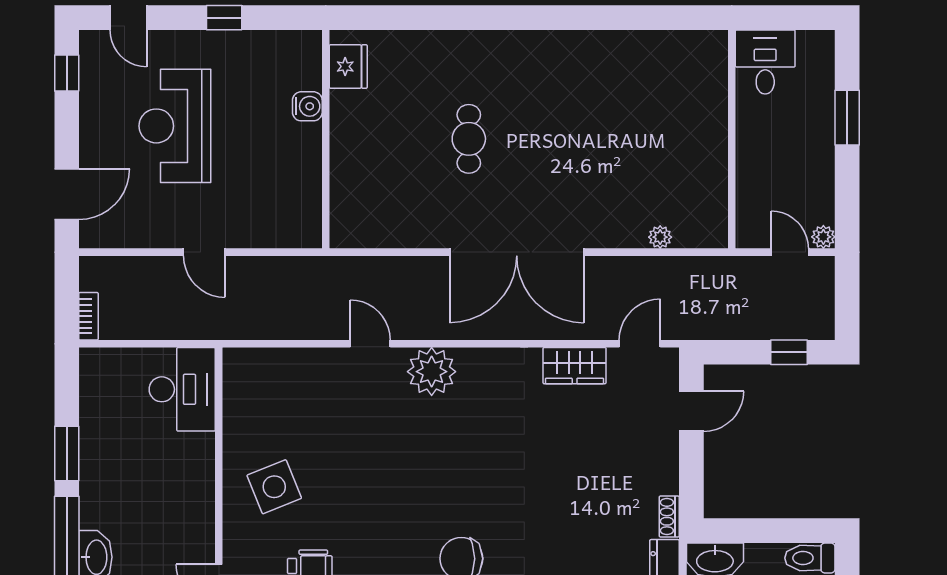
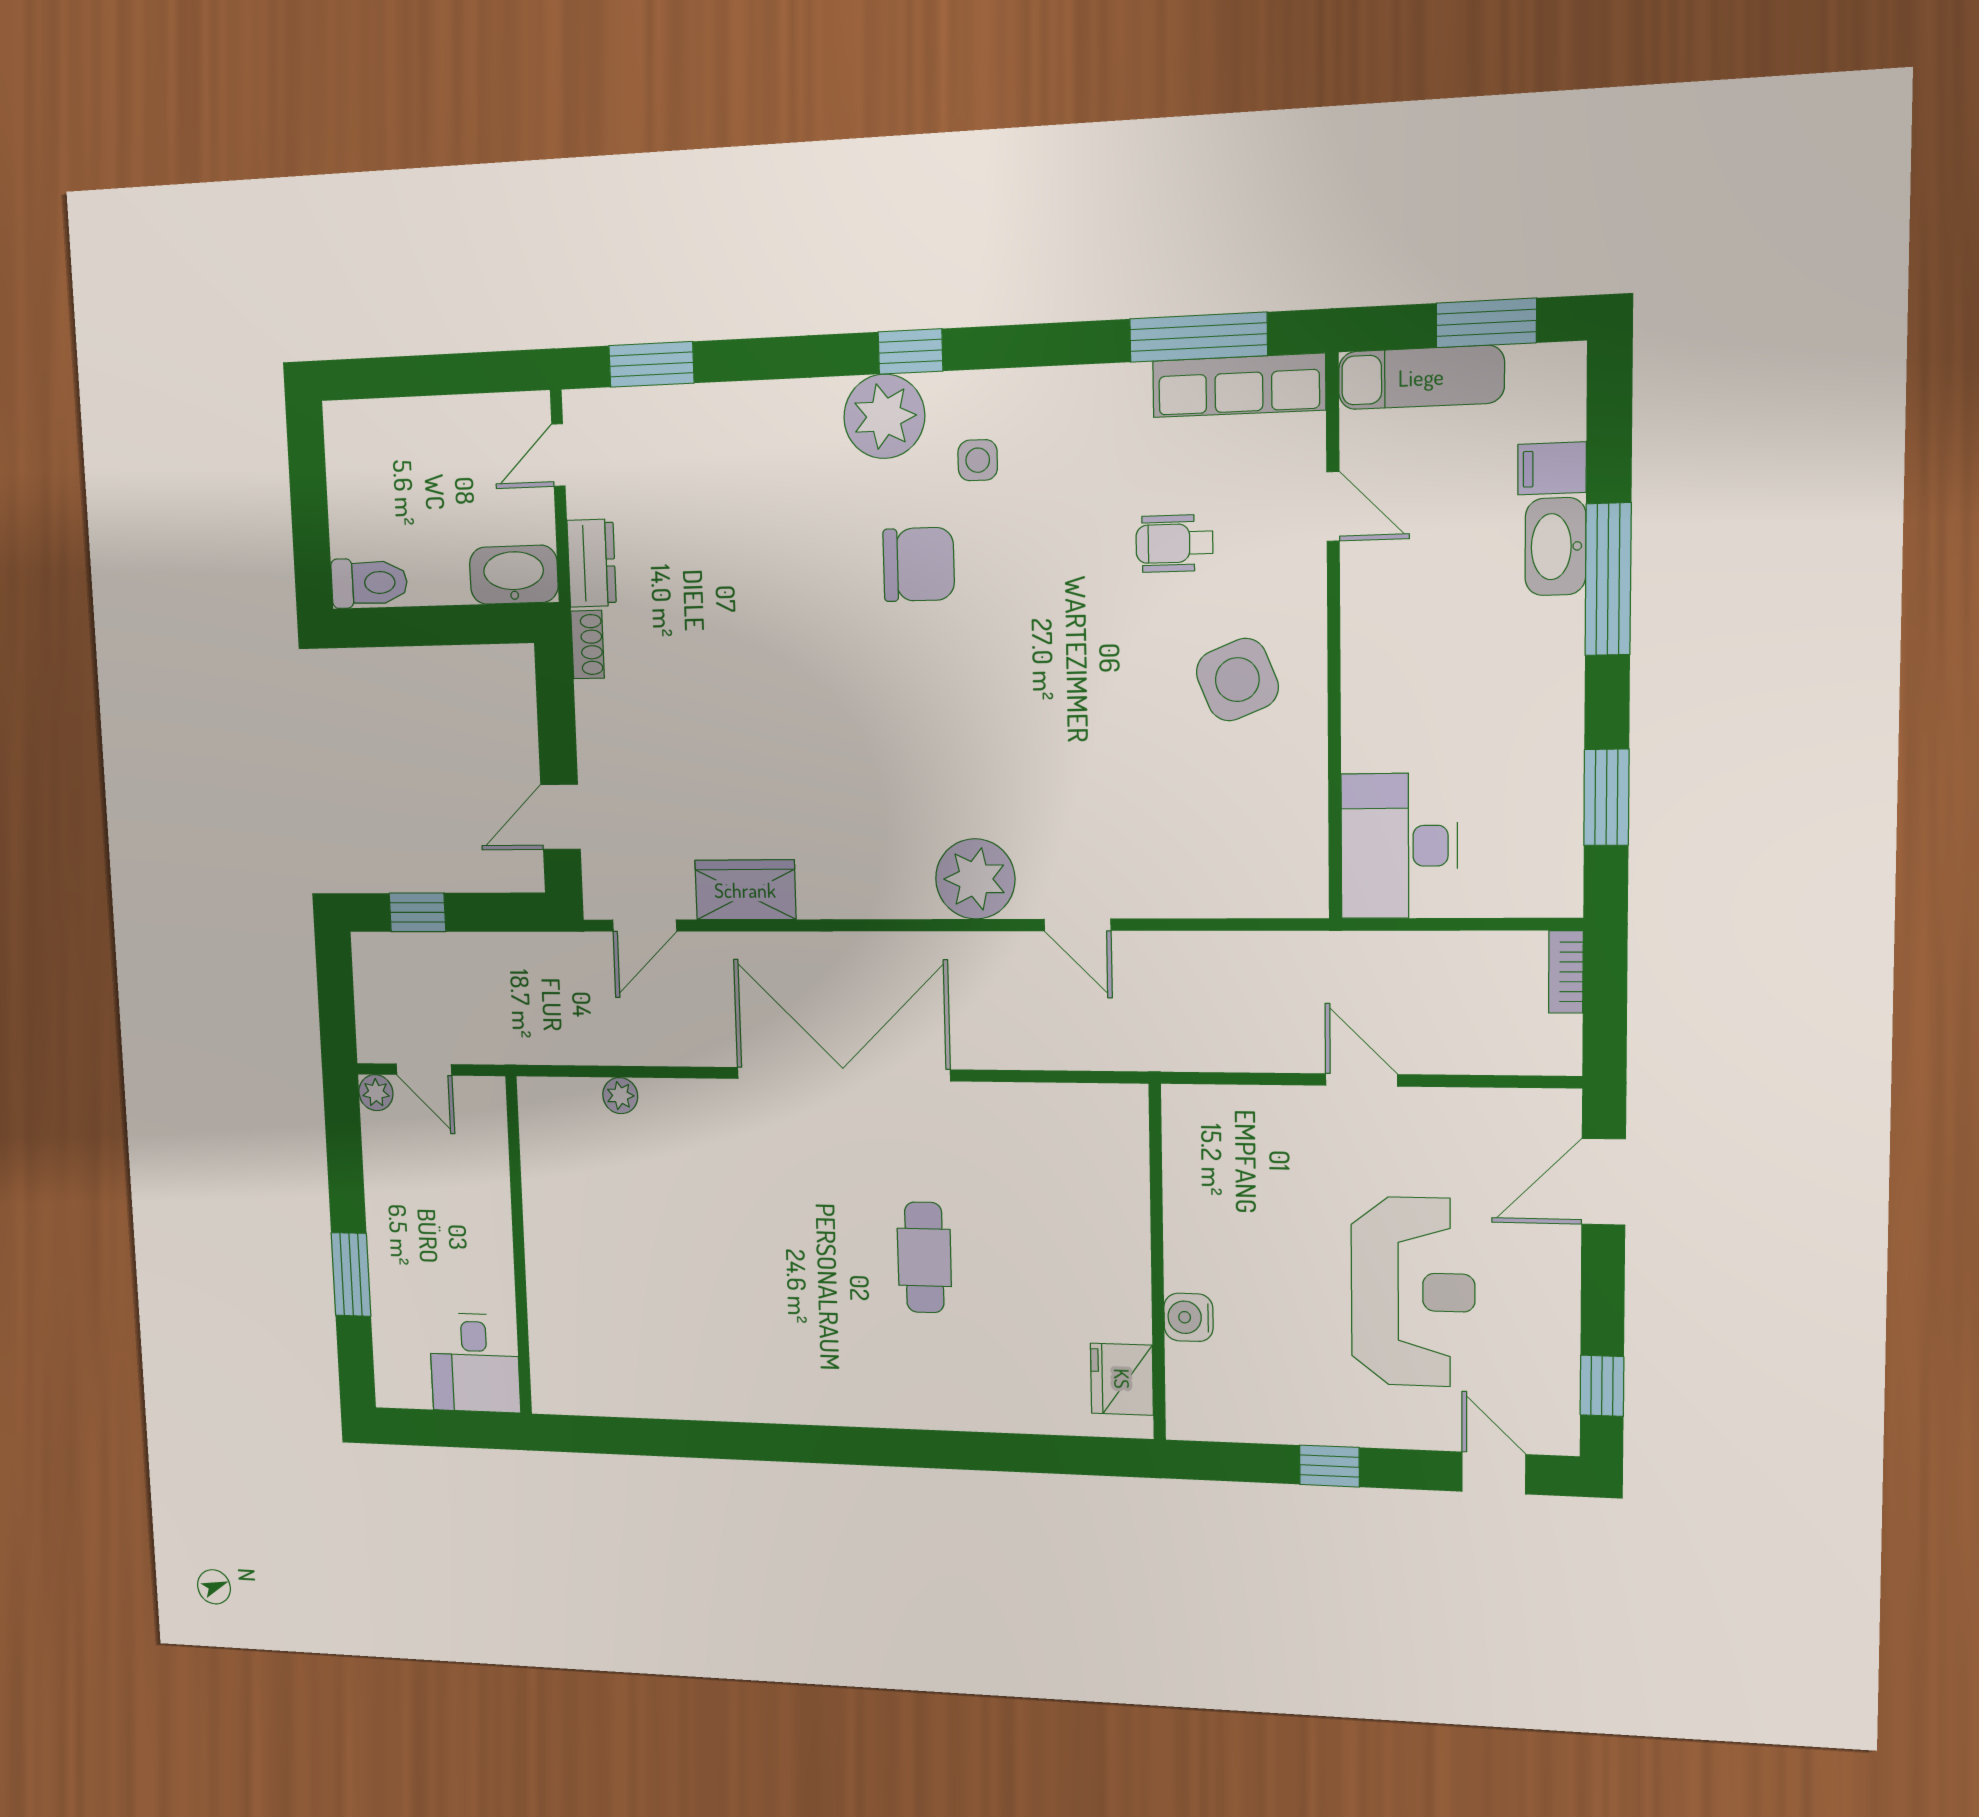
window: (67, 453) -> (1606, 797), moved

